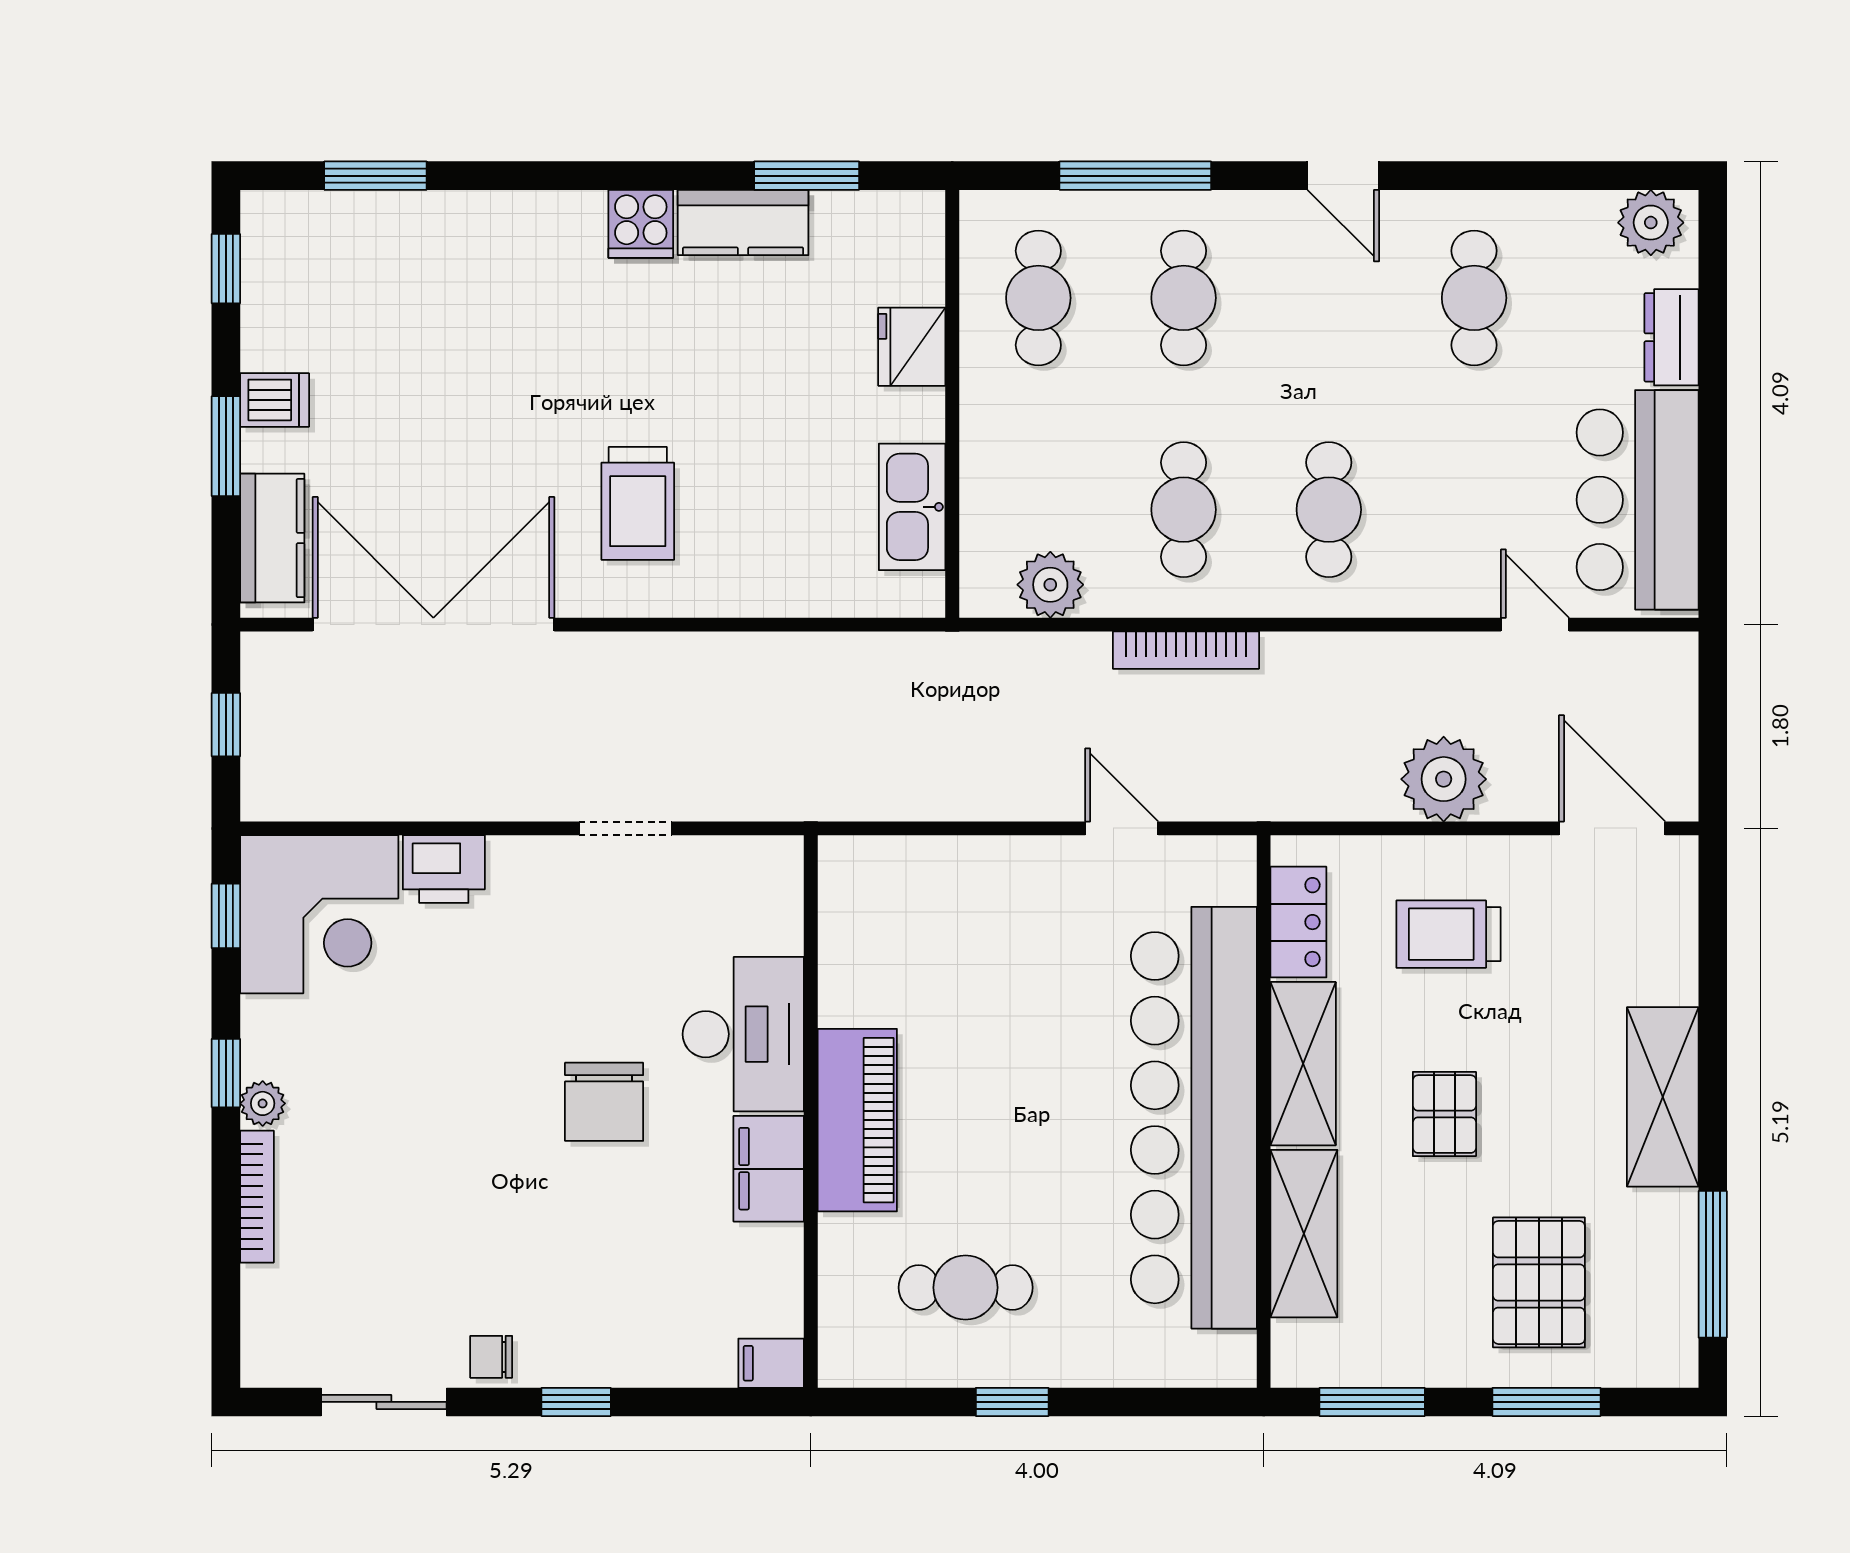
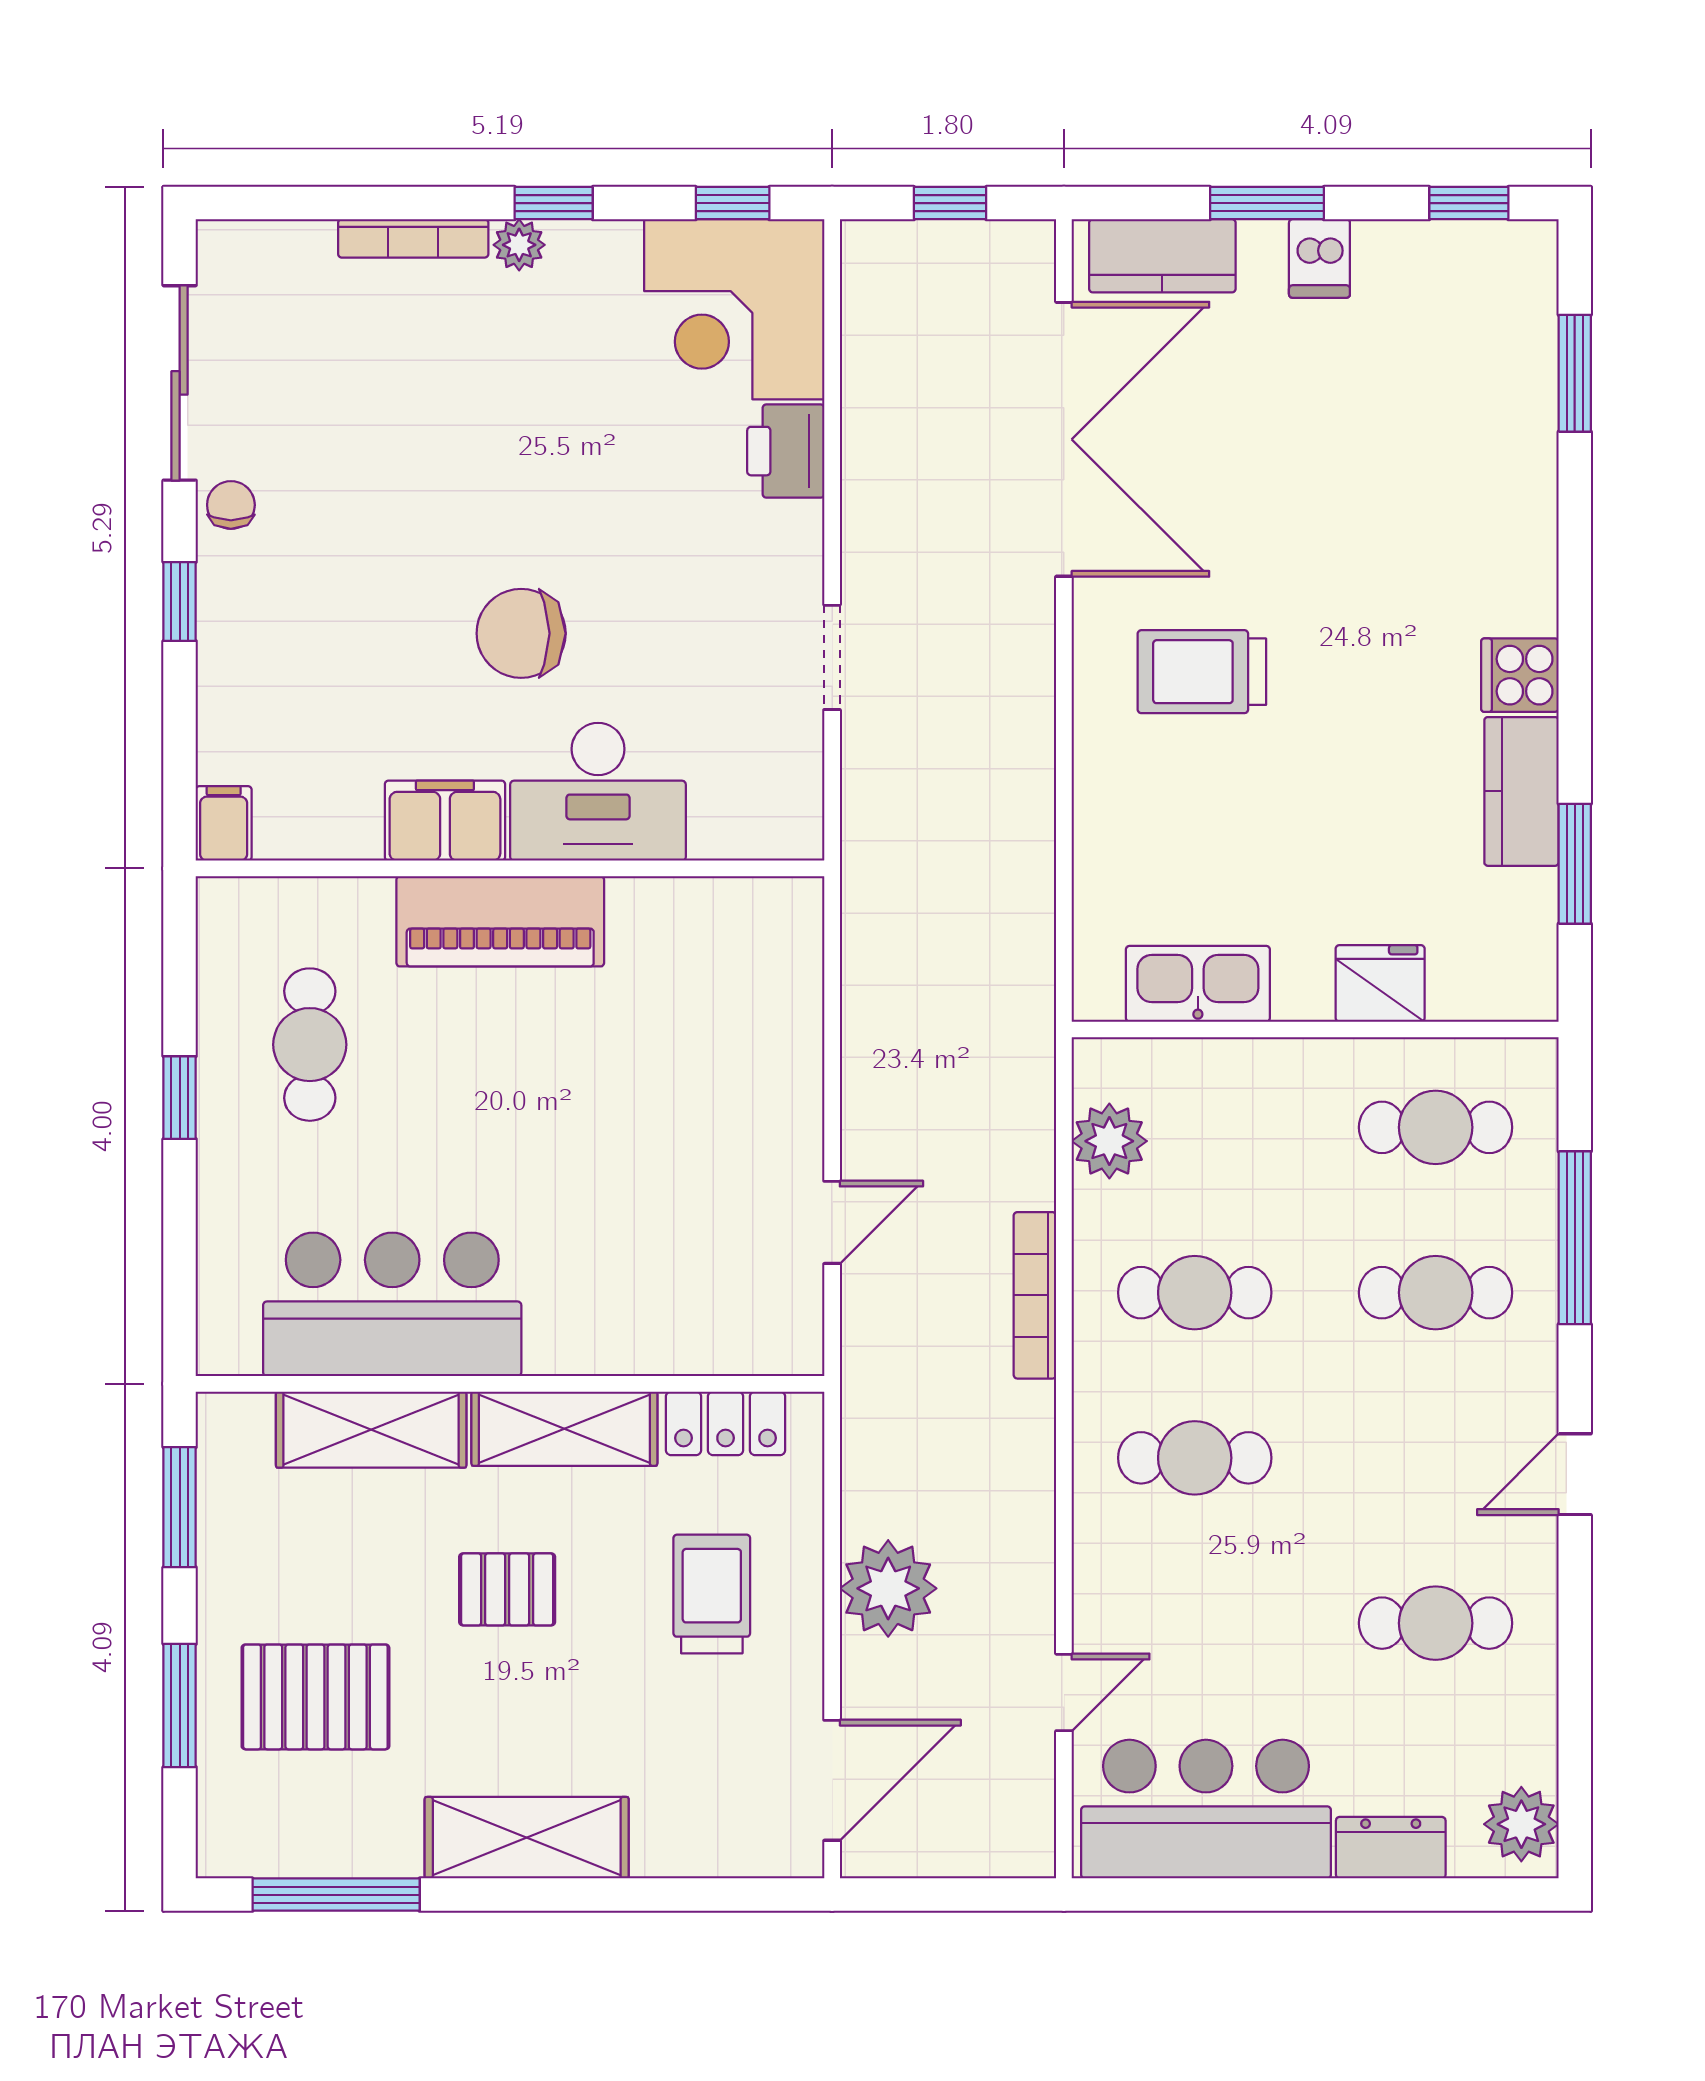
bar counter: (1194, 1118) -> (392, 1304), width x0.54
sliding door: (384, 1402) -> (180, 383), width x1.37

